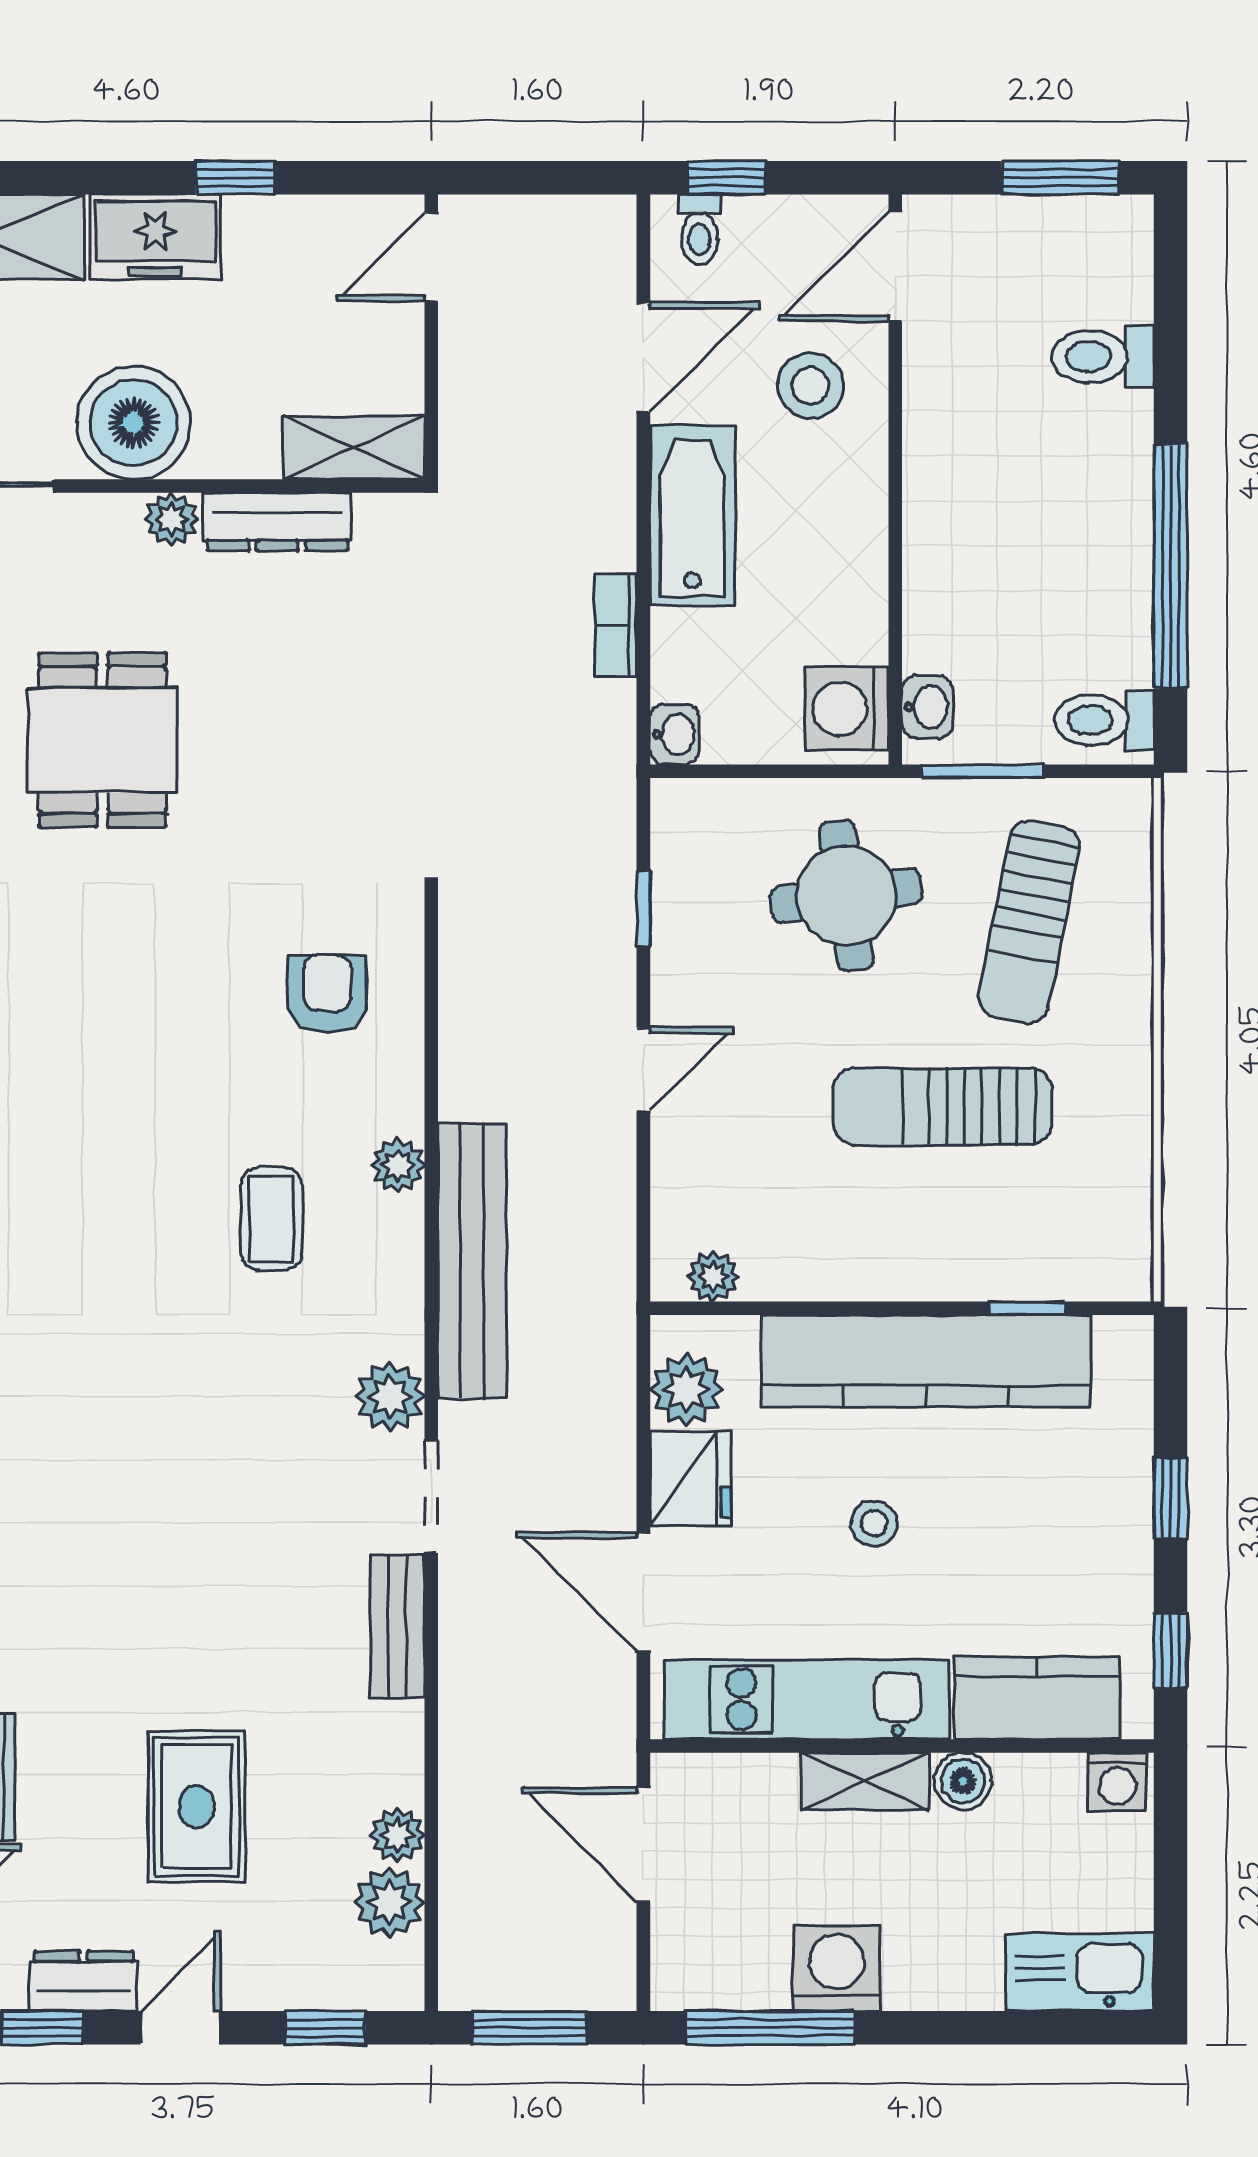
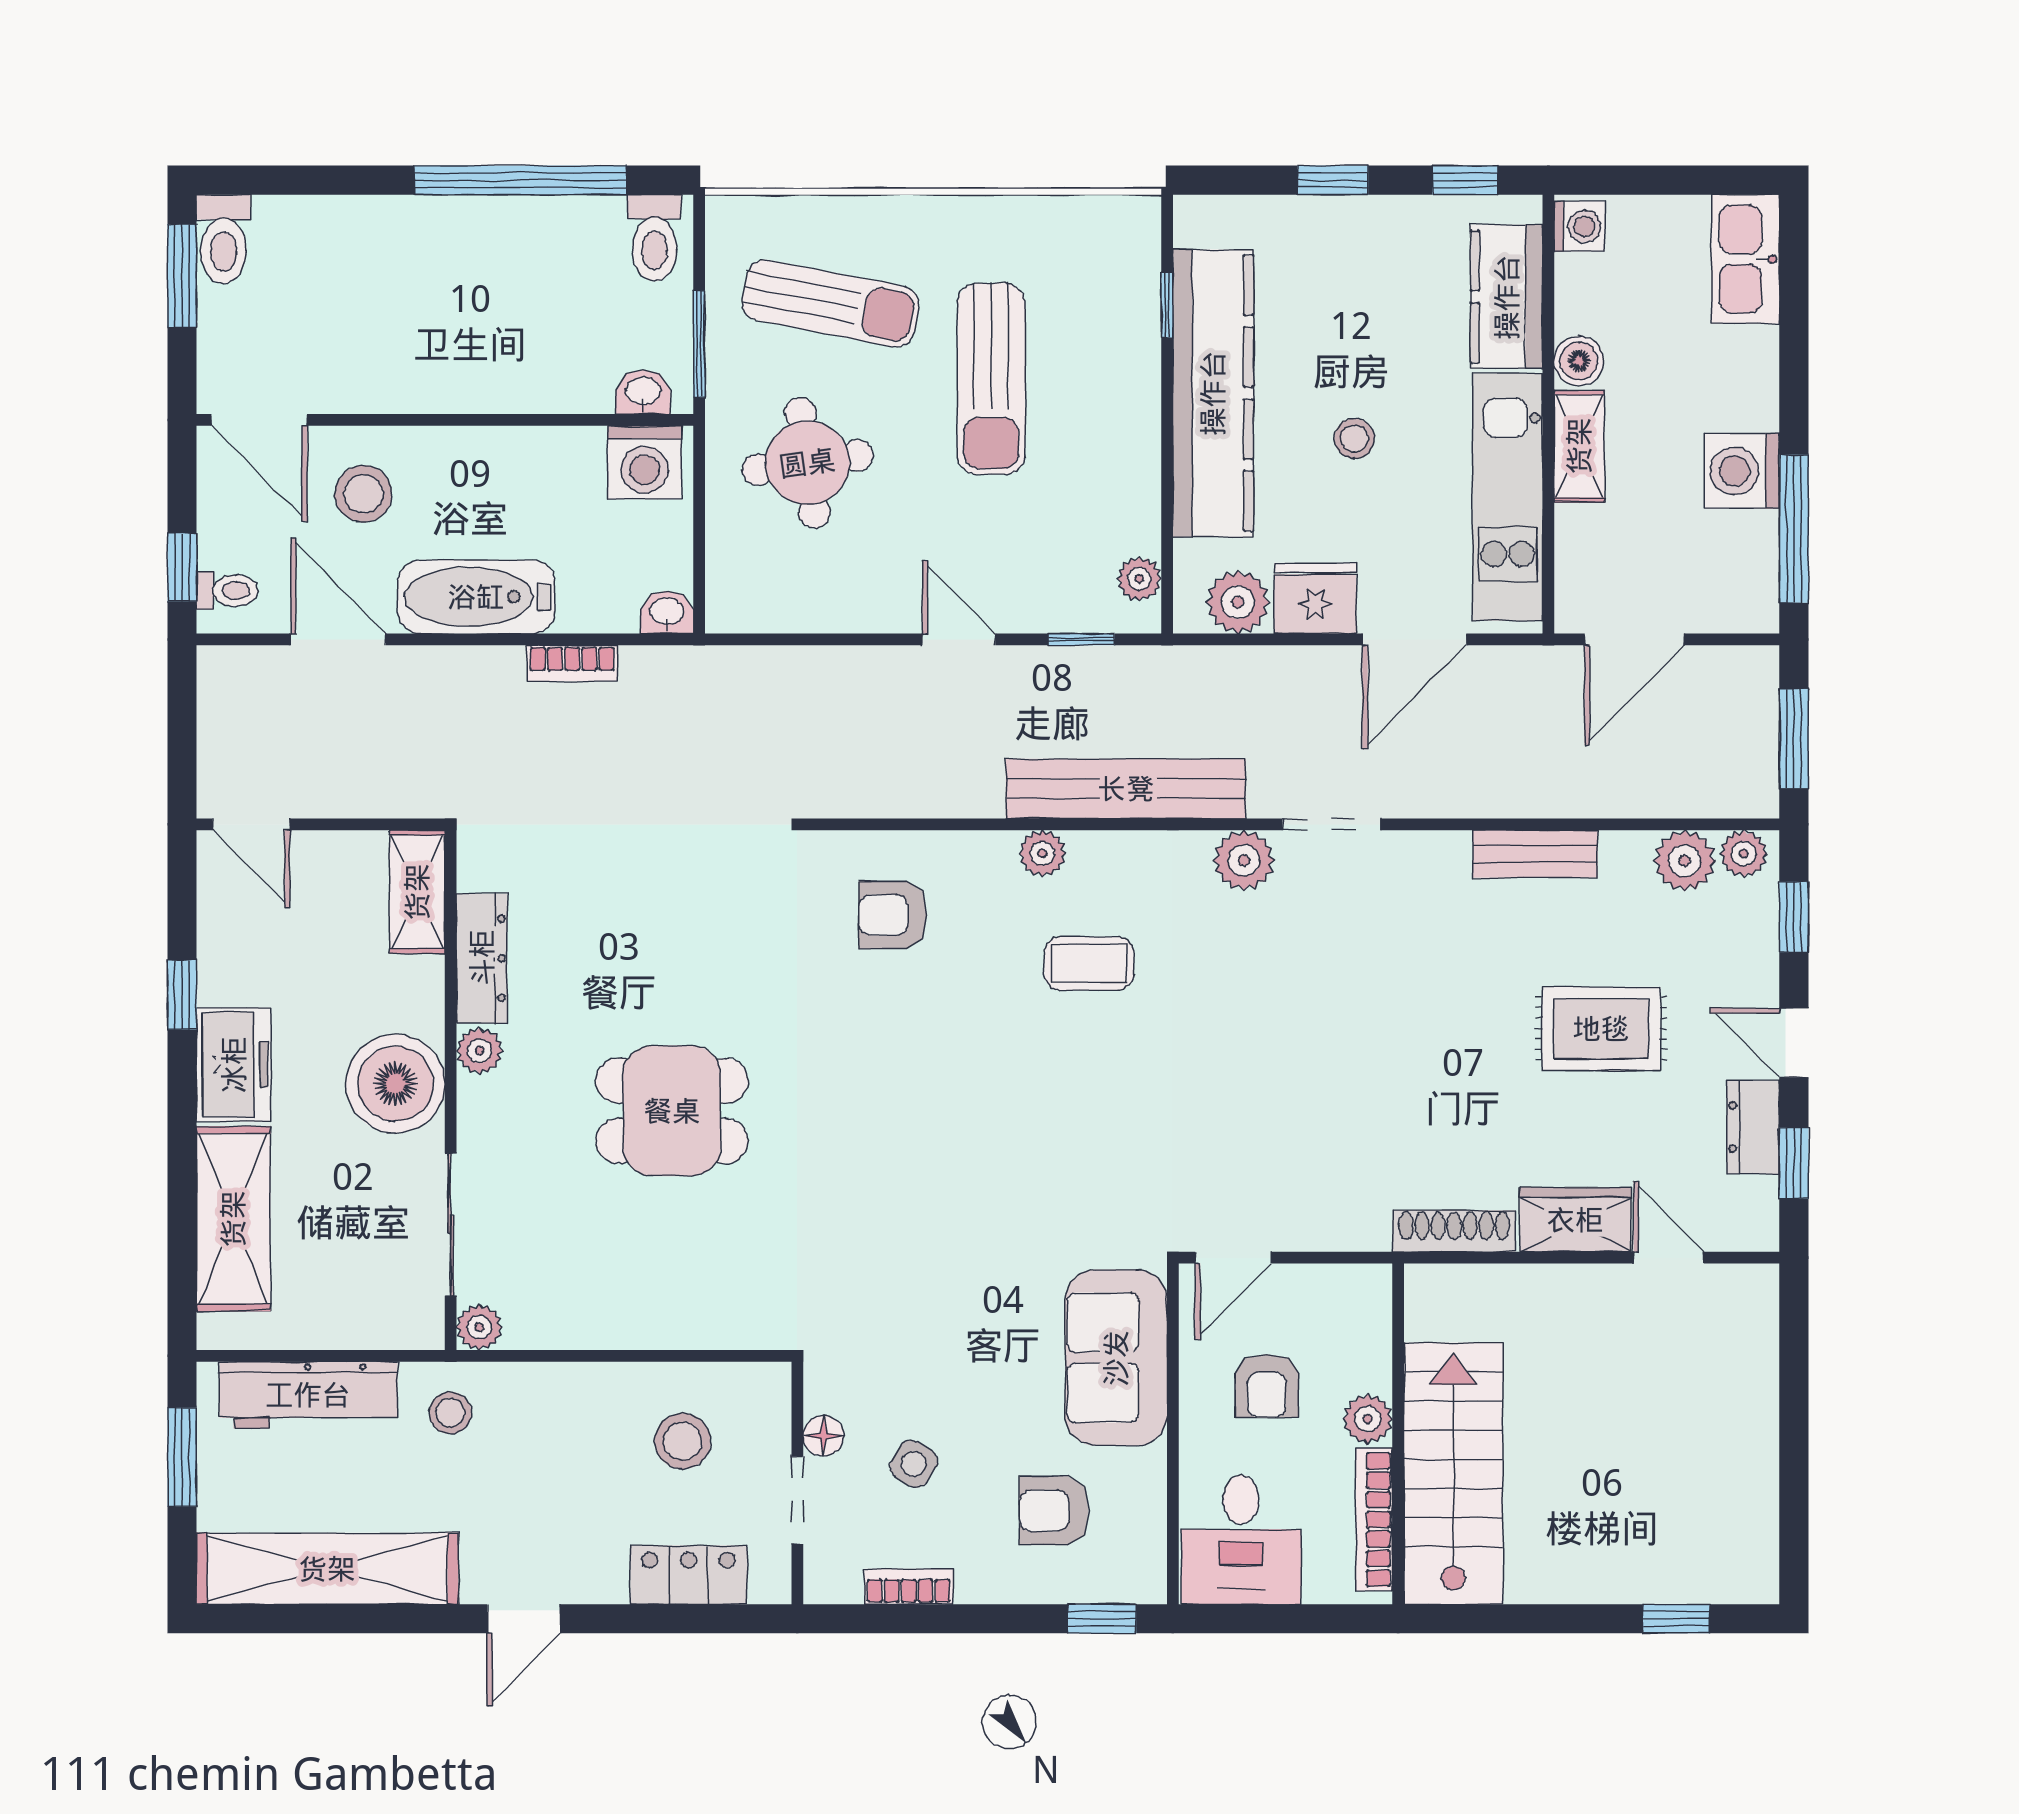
toilet: (1103, 357) -> (224, 239), moved
window: (643, 909) -> (1081, 639), moved
bench: (397, 1627) -> (1535, 854), moved
plant: (397, 1835) -> (1744, 854), moved

